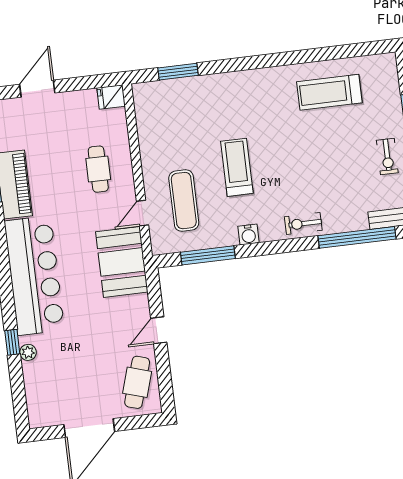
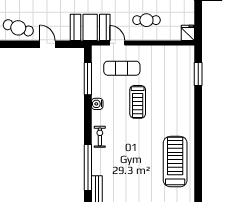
treadmill: (329, 92) -> (175, 162), width x1.37, depth x1.38
exercise bike: (387, 157) -> (133, 191), removed
treadmill: (237, 167) -> (138, 102), turned 90

